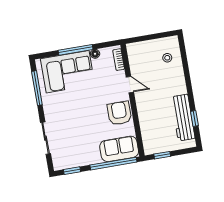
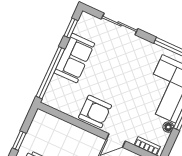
sofa: (119, 149) -> (74, 58), moved
window: (162, 155) -> (19, 141), moved

